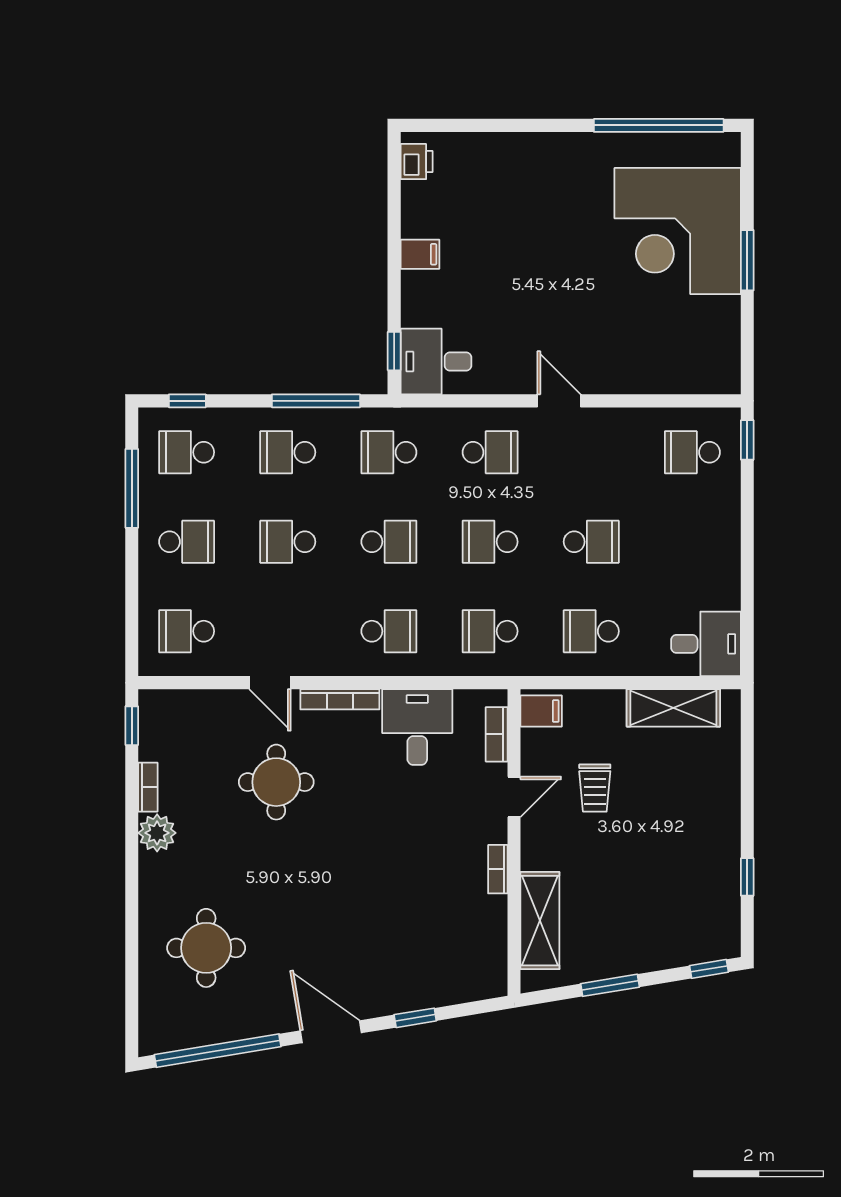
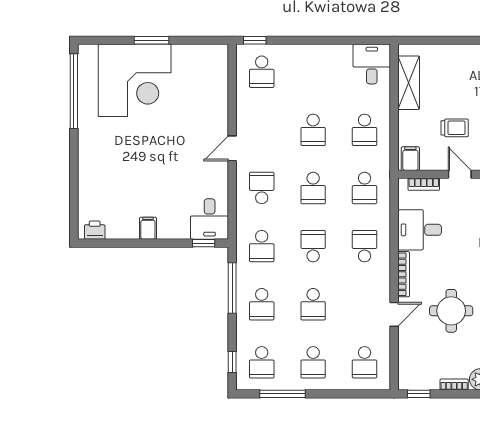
school desk: (187, 542) -> (313, 362), turned 180
school desk: (591, 542) -> (313, 130), turned 180

